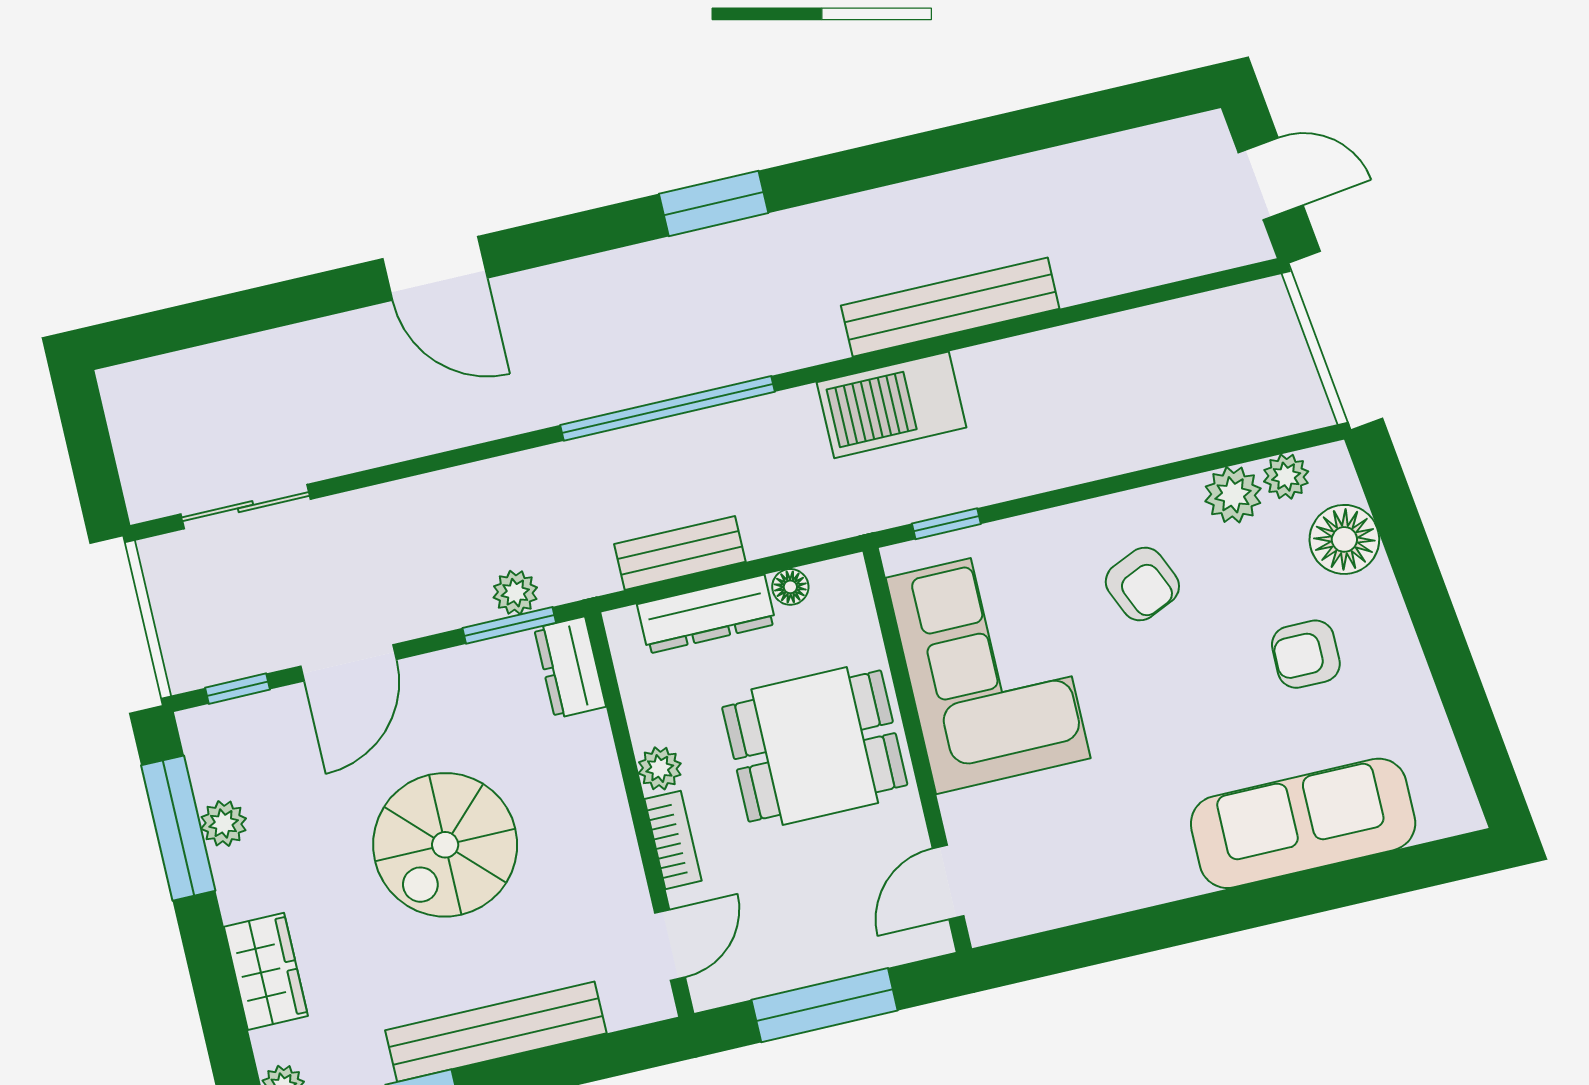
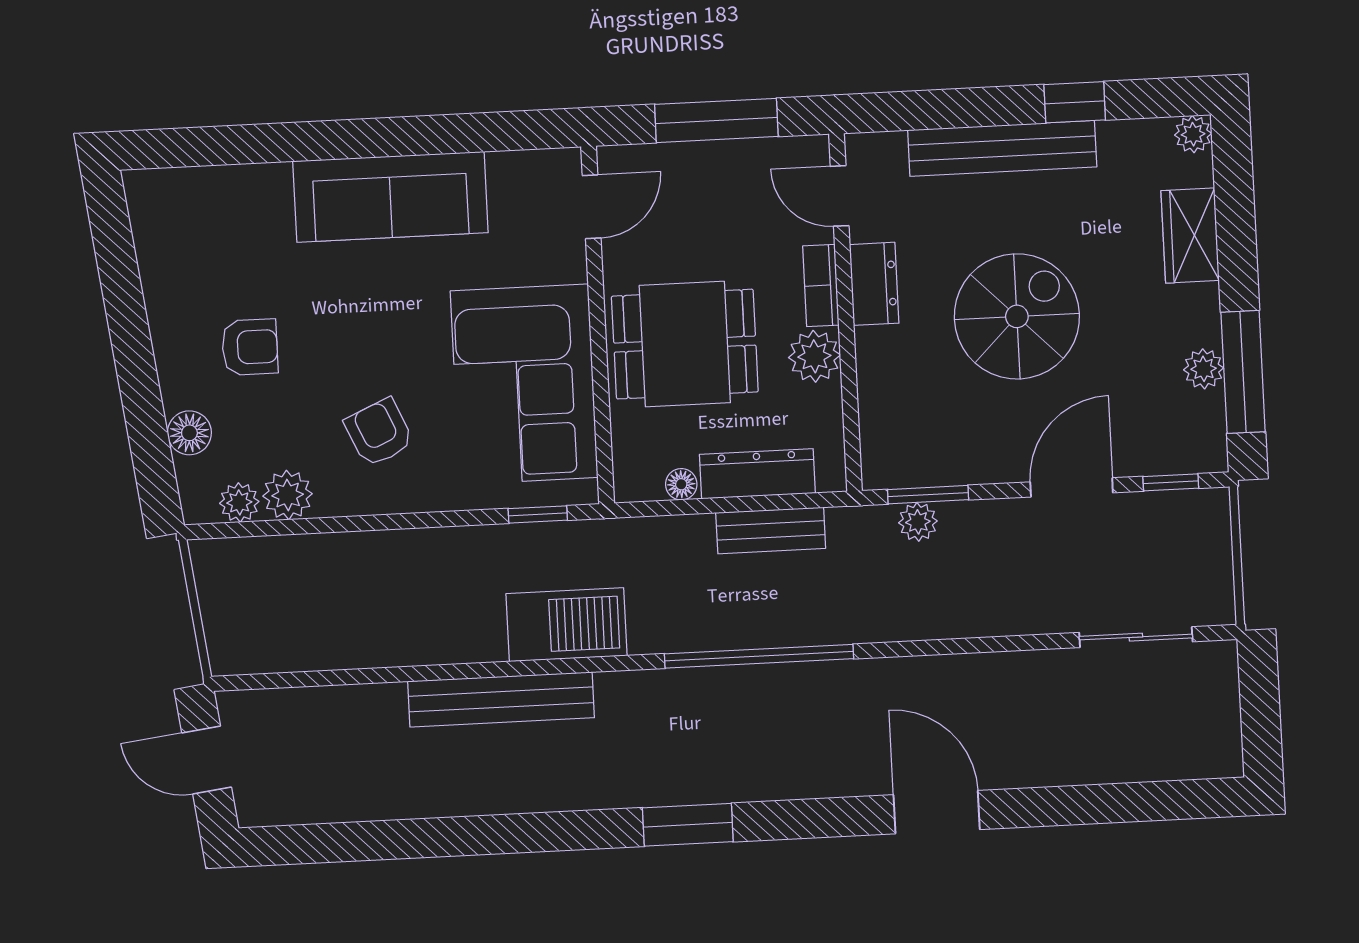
floor lamp: (1344, 539) -> (189, 433), width x0.73, depth x0.73
dresser: (570, 667) -> (874, 284), moved
plant: (660, 768) -> (814, 356), width x1.38, depth x1.38
sofa: (1303, 823) -> (390, 197), moved
door: (670, 945) -> (840, 196), hinge flipped

